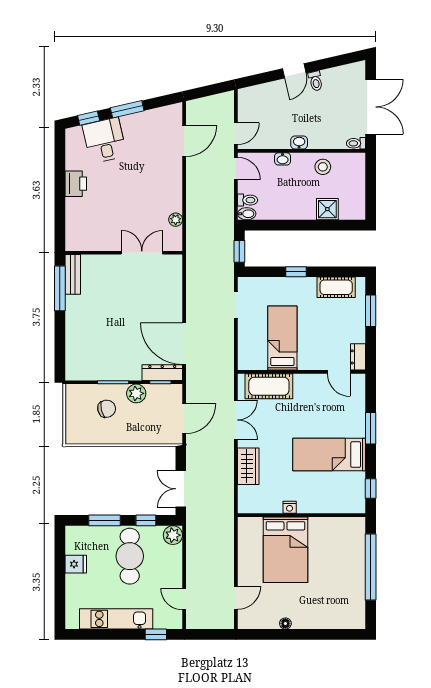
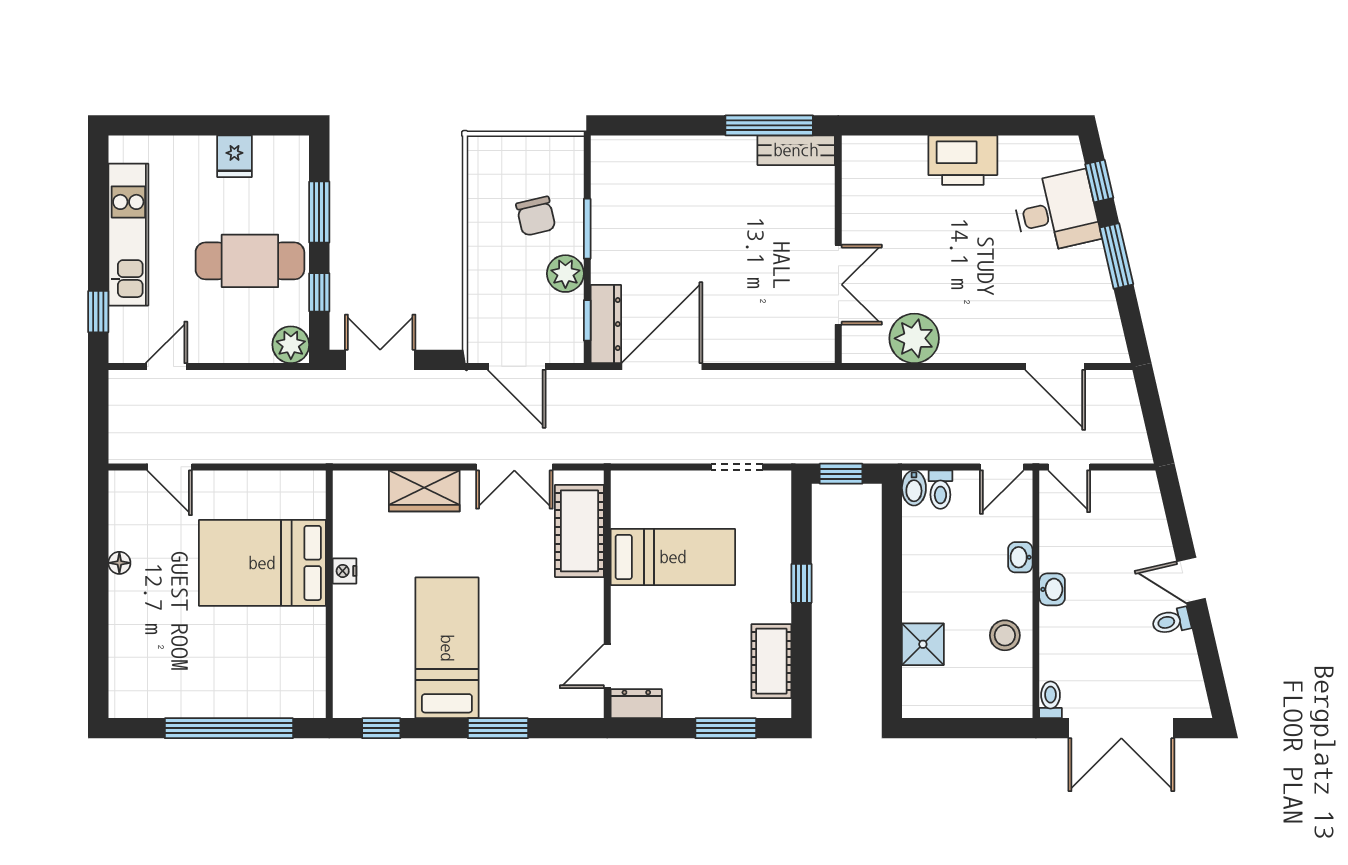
printer: (76, 184) -> (963, 160), width x1.37, depth x1.19
plant: (176, 220) -> (914, 338), width x1.87, depth x1.87

